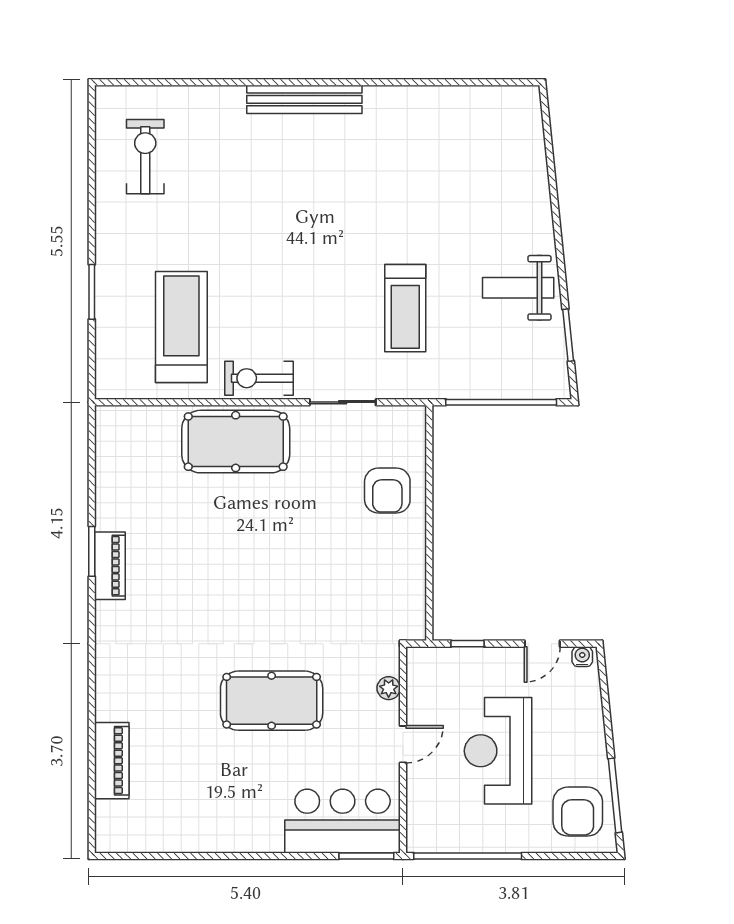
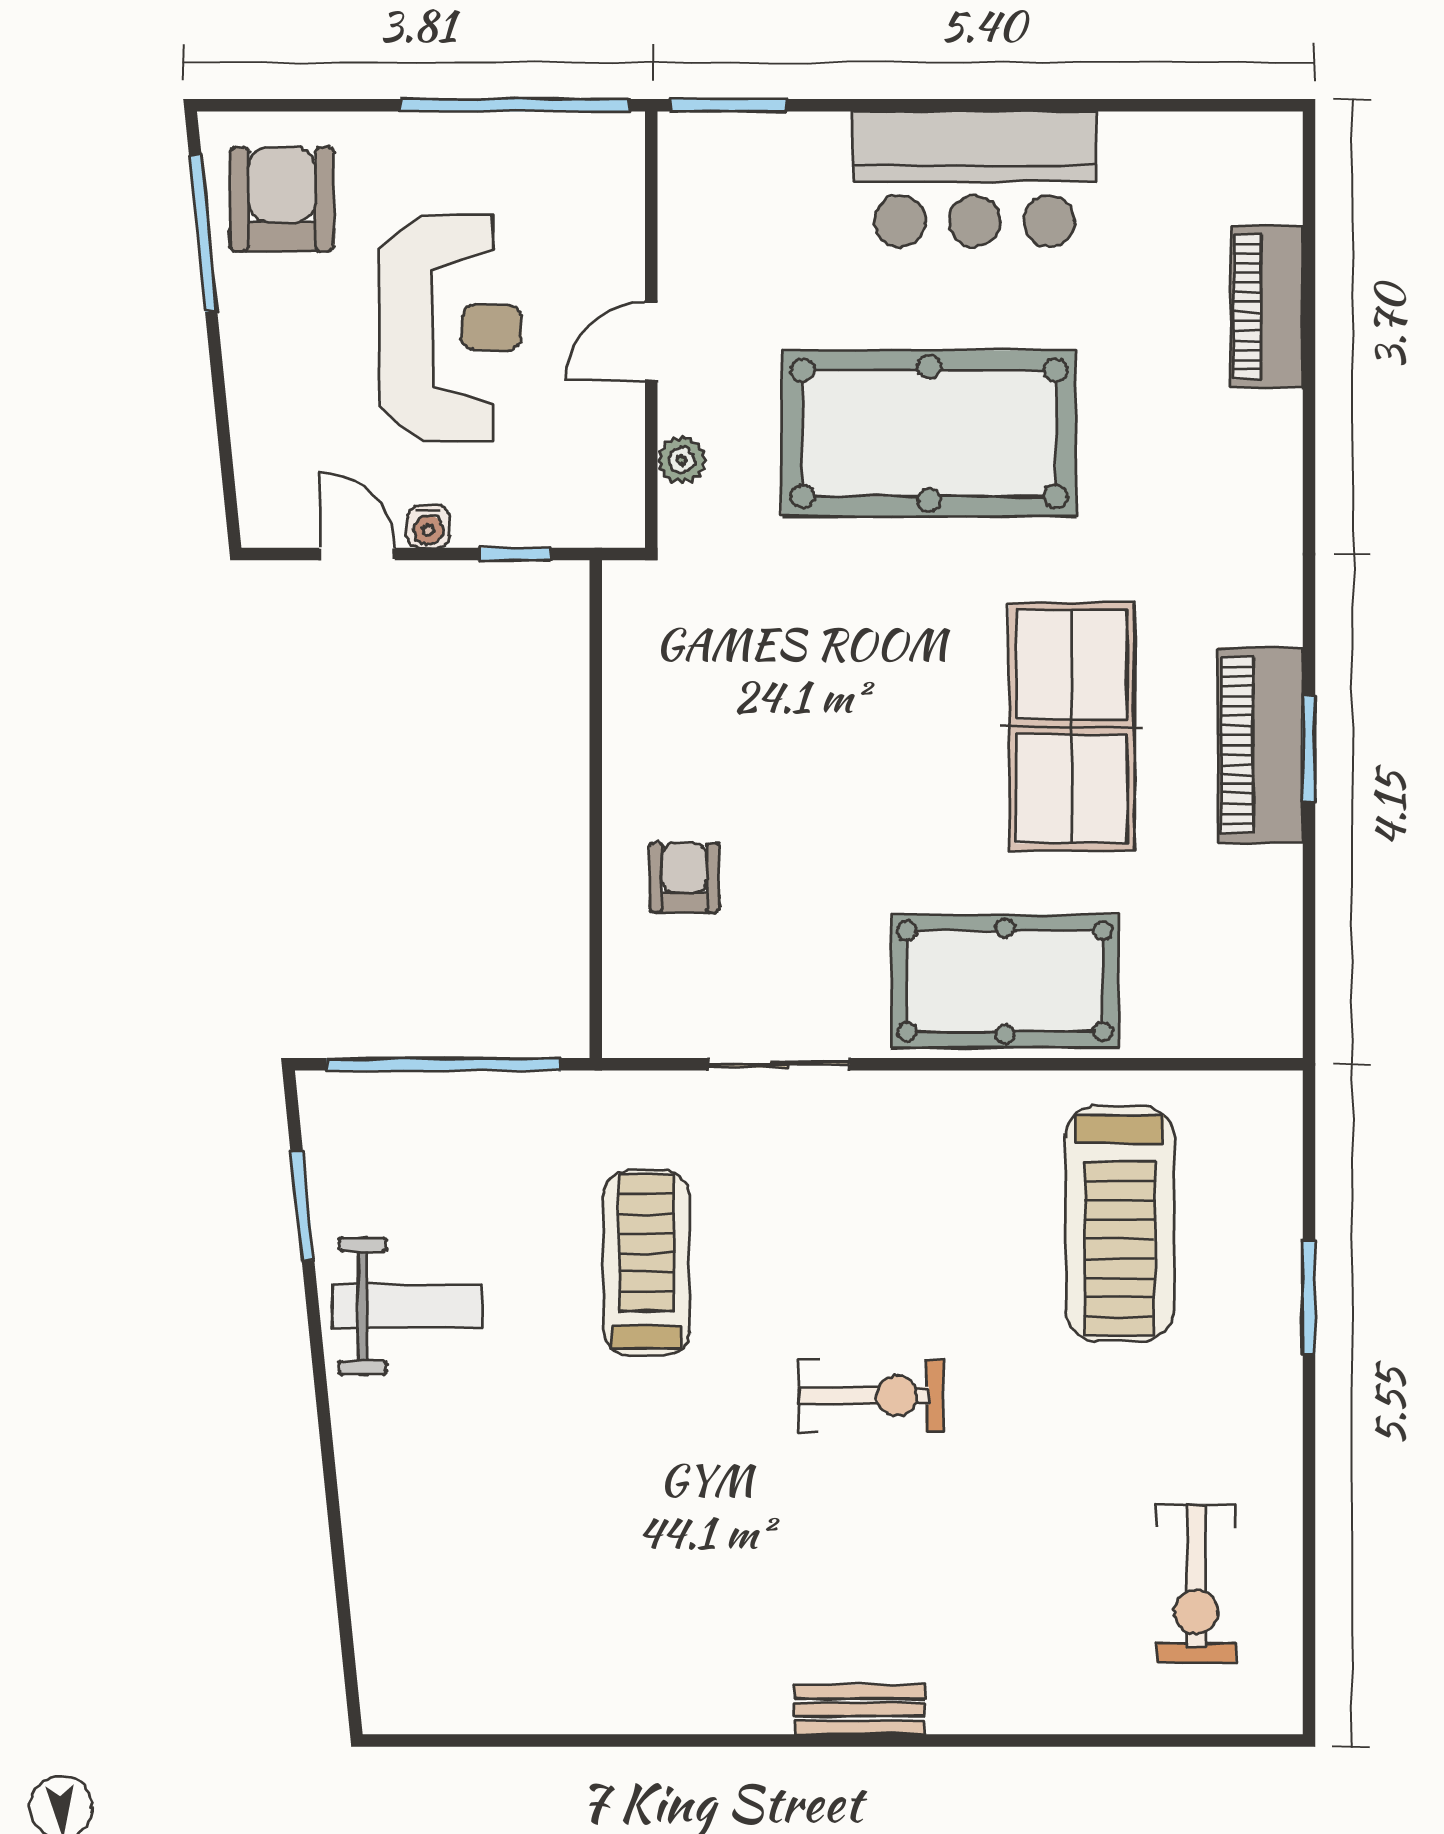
bench: (304, 99) -> (860, 1710), width x0.54, depth x0.82
exercise bike: (259, 378) -> (871, 1396), moved
armchair: (387, 491) -> (684, 878), width x0.72, depth x0.72
table tennis table: (204, 562) -> (1072, 727), added
piano: (110, 566) -> (1260, 745), width x1.37, depth x1.33
door: (542, 644) -> (357, 554), hinge flipped
water cooler: (582, 657) -> (428, 527), moved
pool table: (272, 701) -> (929, 433), width x1.36, depth x1.32
bar counter: (343, 821) -> (975, 179), moved

